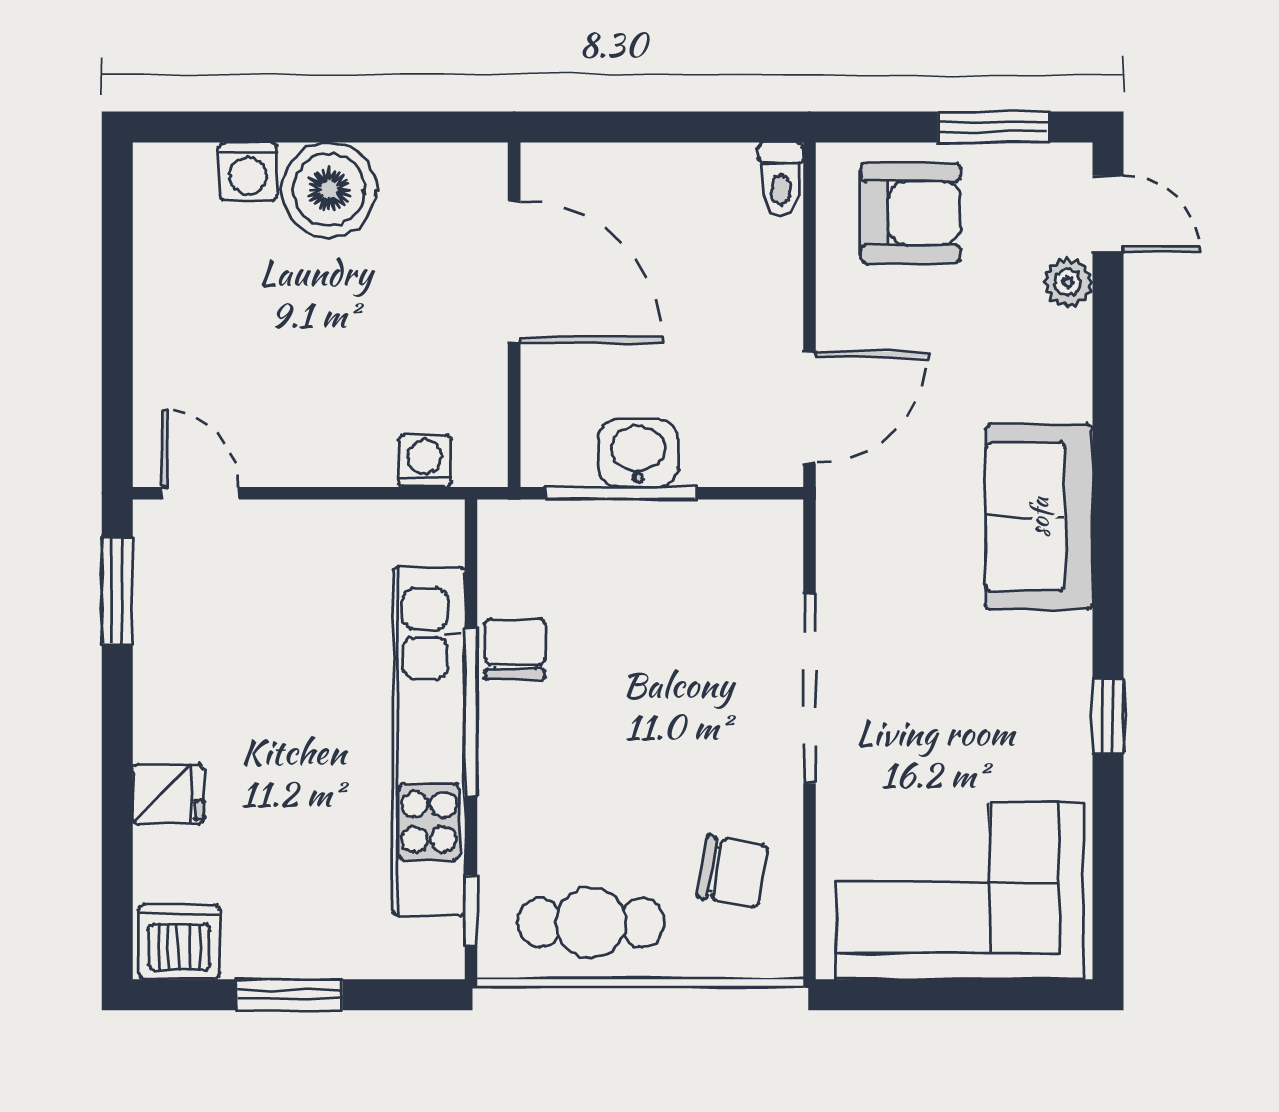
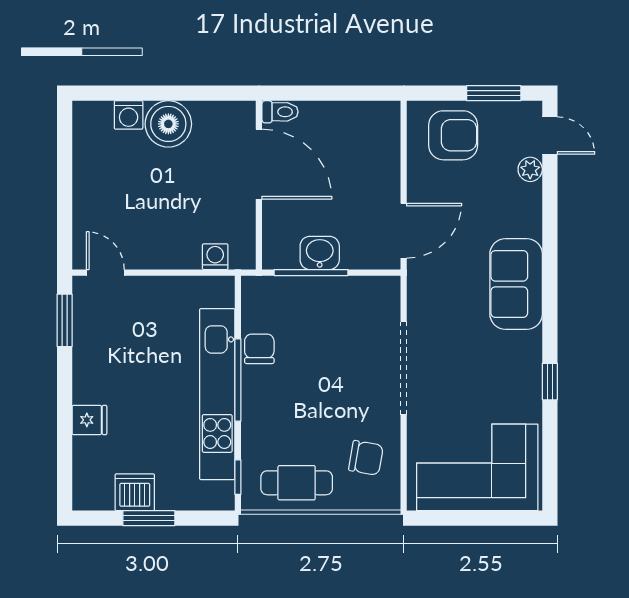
toilet: (781, 179) -> (280, 112), moved, turned -90
dishwasher: (179, 942) -> (135, 492), moved

